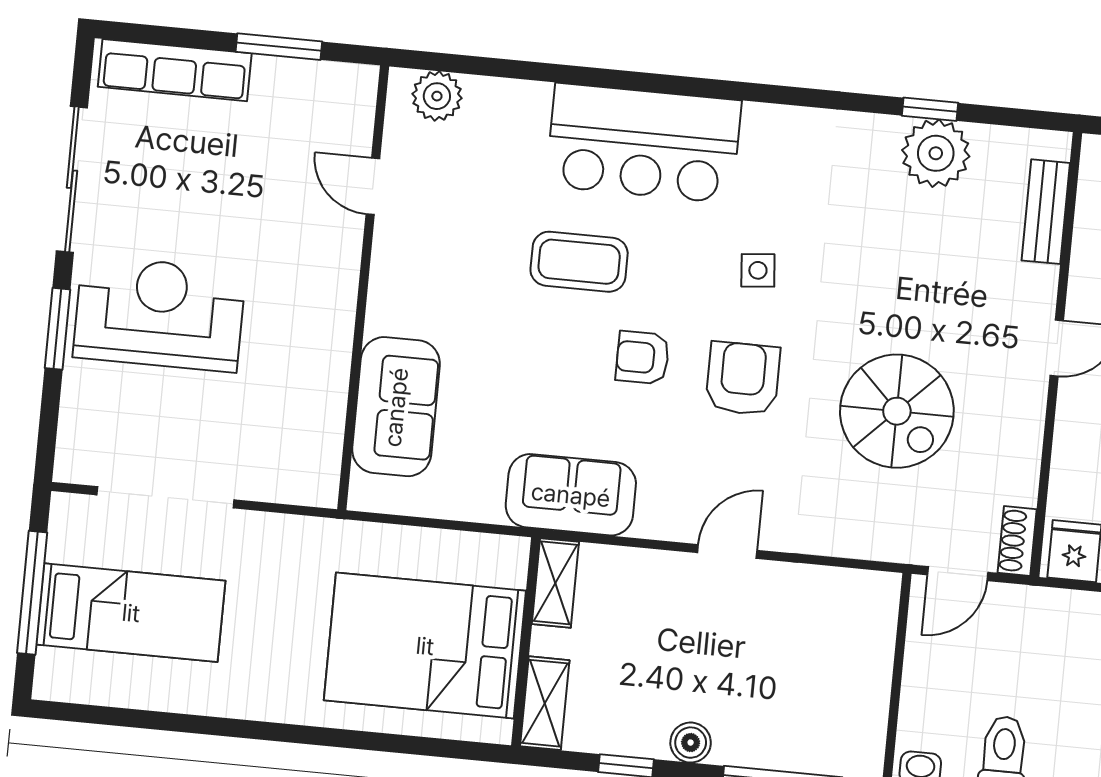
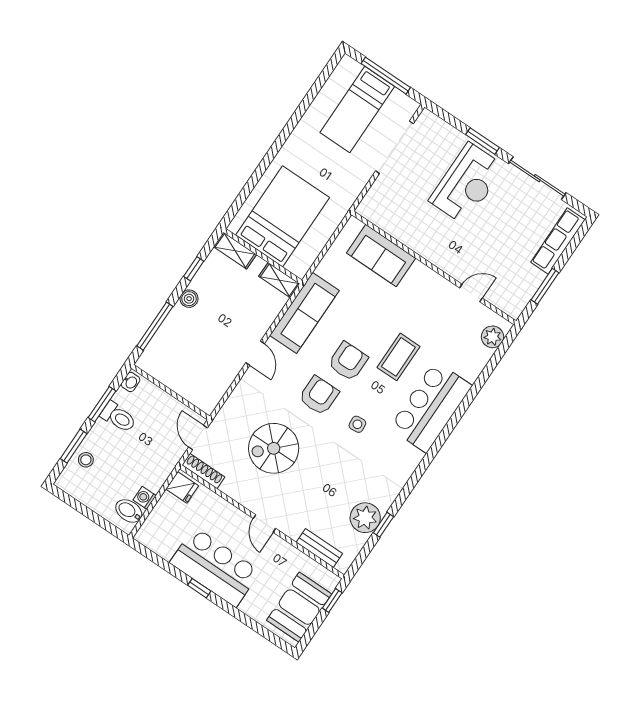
armchair: (643, 358) -> (348, 361), width x1.38, depth x1.38
armchair: (743, 379) -> (319, 396), turned -90
sofa: (571, 495) -> (304, 313), width x1.36
shoe rack: (1017, 541) -> (203, 471), width x1.43

